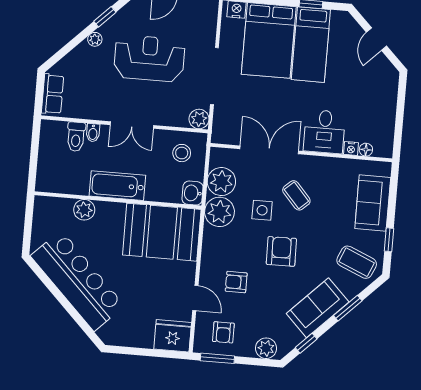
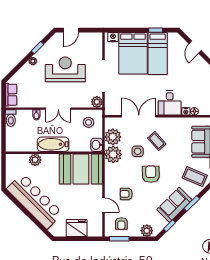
toilet: (76, 137) -> (11, 118), moved
fridge: (173, 336) -> (77, 228), moved

